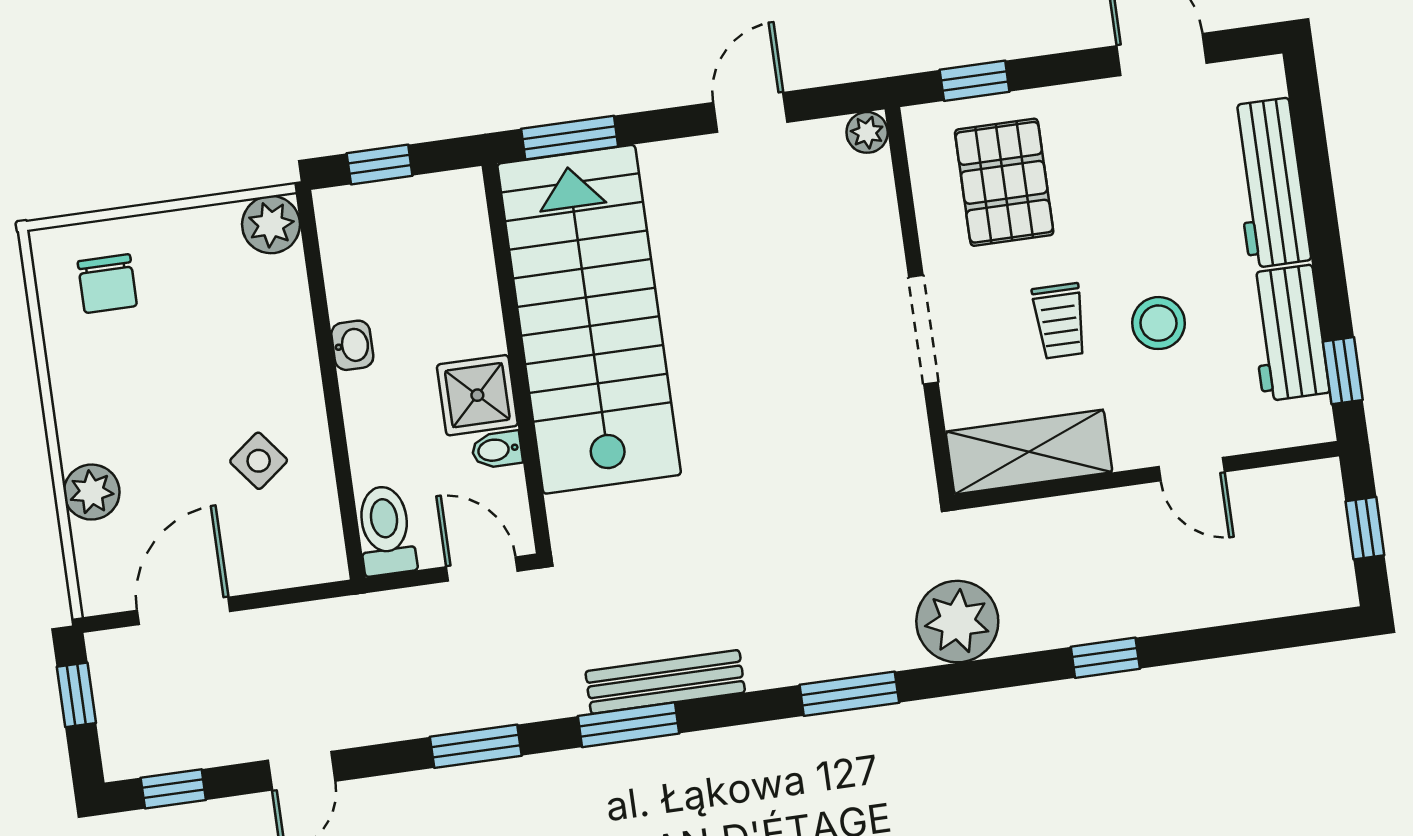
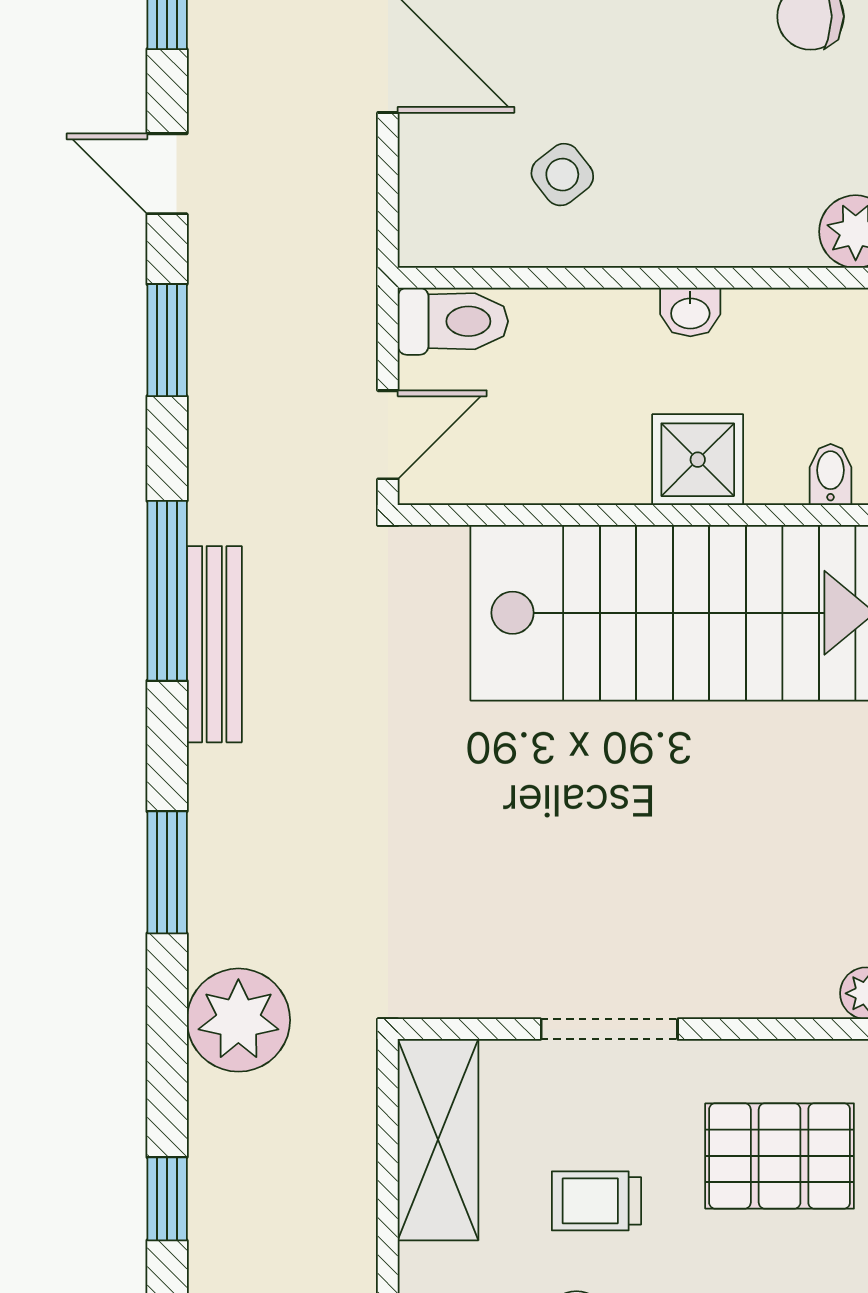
shower: (477, 395) -> (698, 460), moved
bidet: (497, 450) -> (831, 474), moved
window: (629, 725) -> (167, 591), width x1.44
window: (476, 746) -> (167, 340), moved

